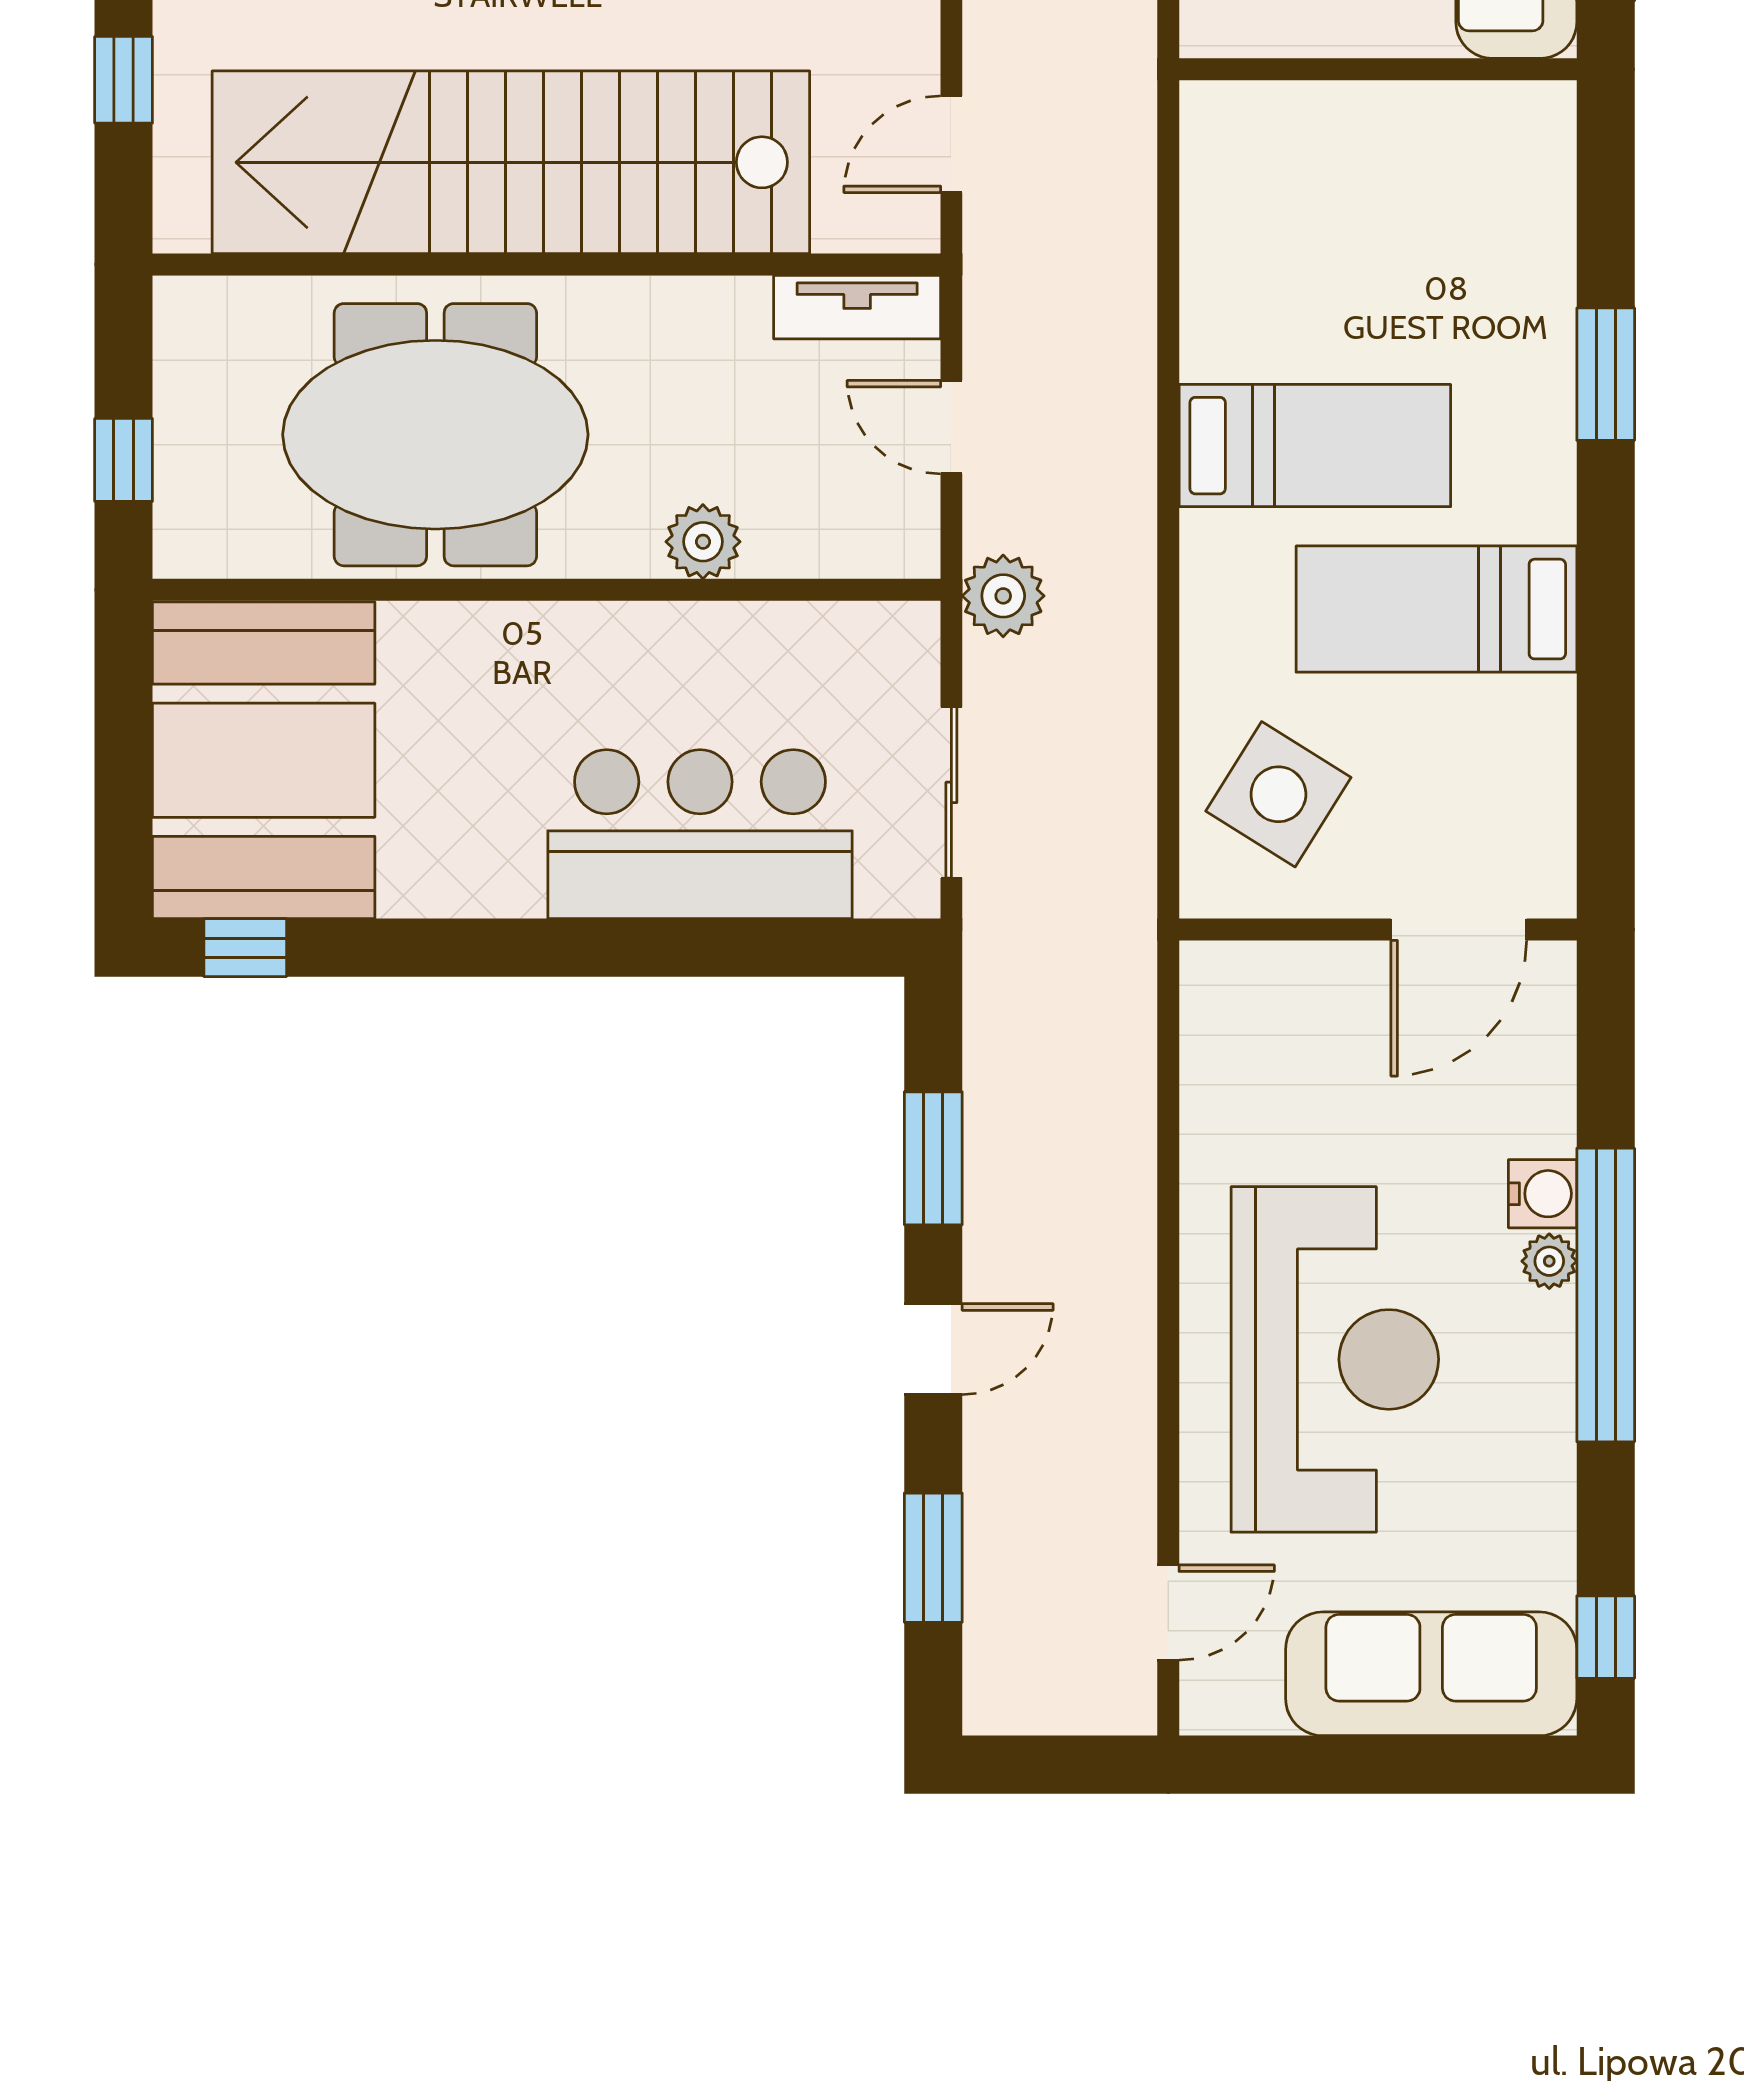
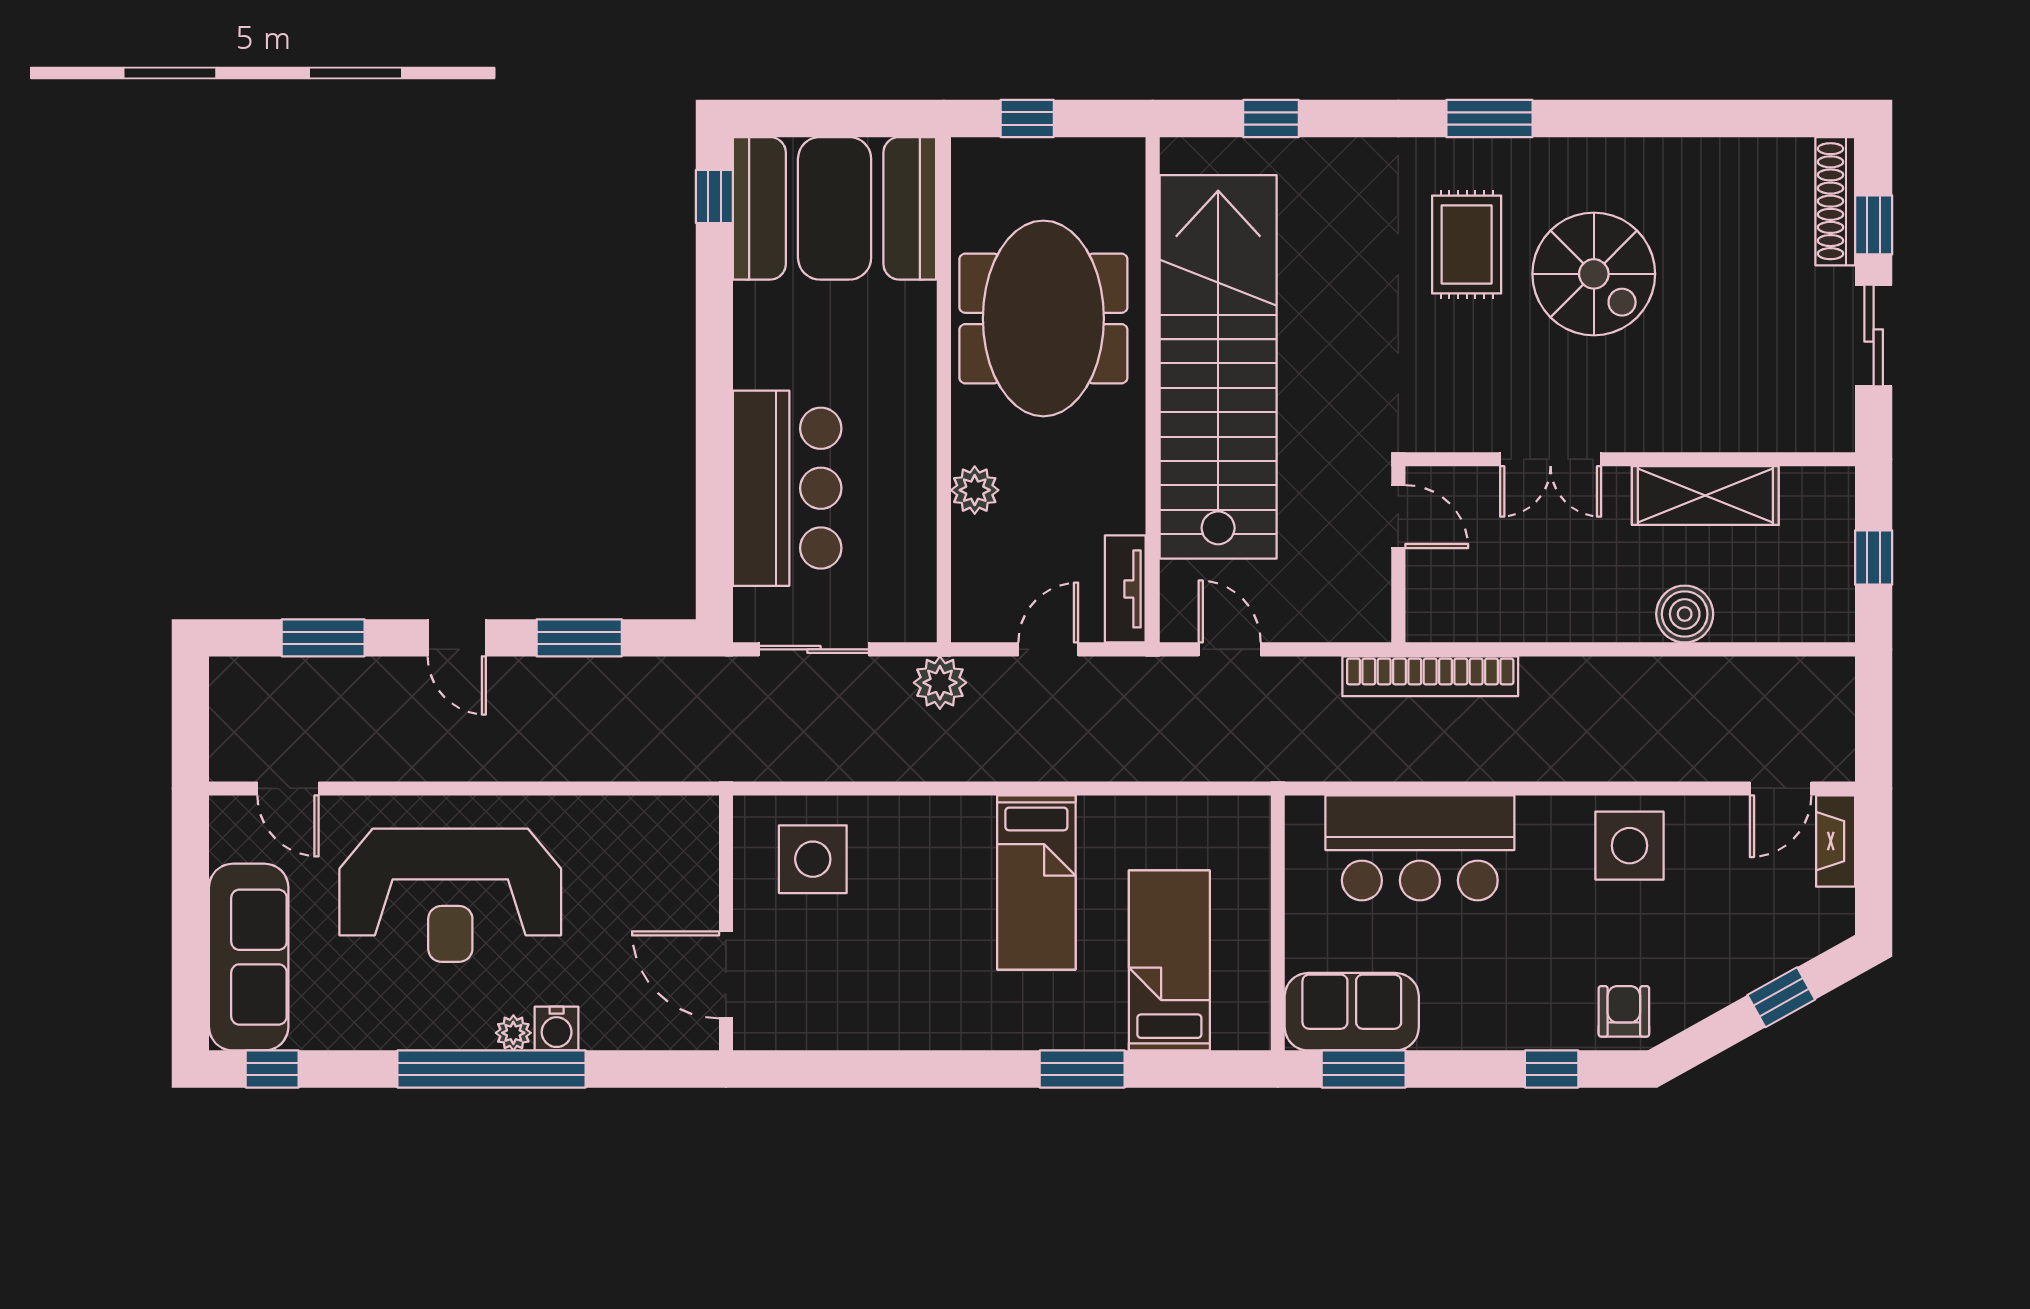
bed: (1436, 609) -> (1169, 960), moved
side table: (1278, 794) -> (813, 859), turned -32

